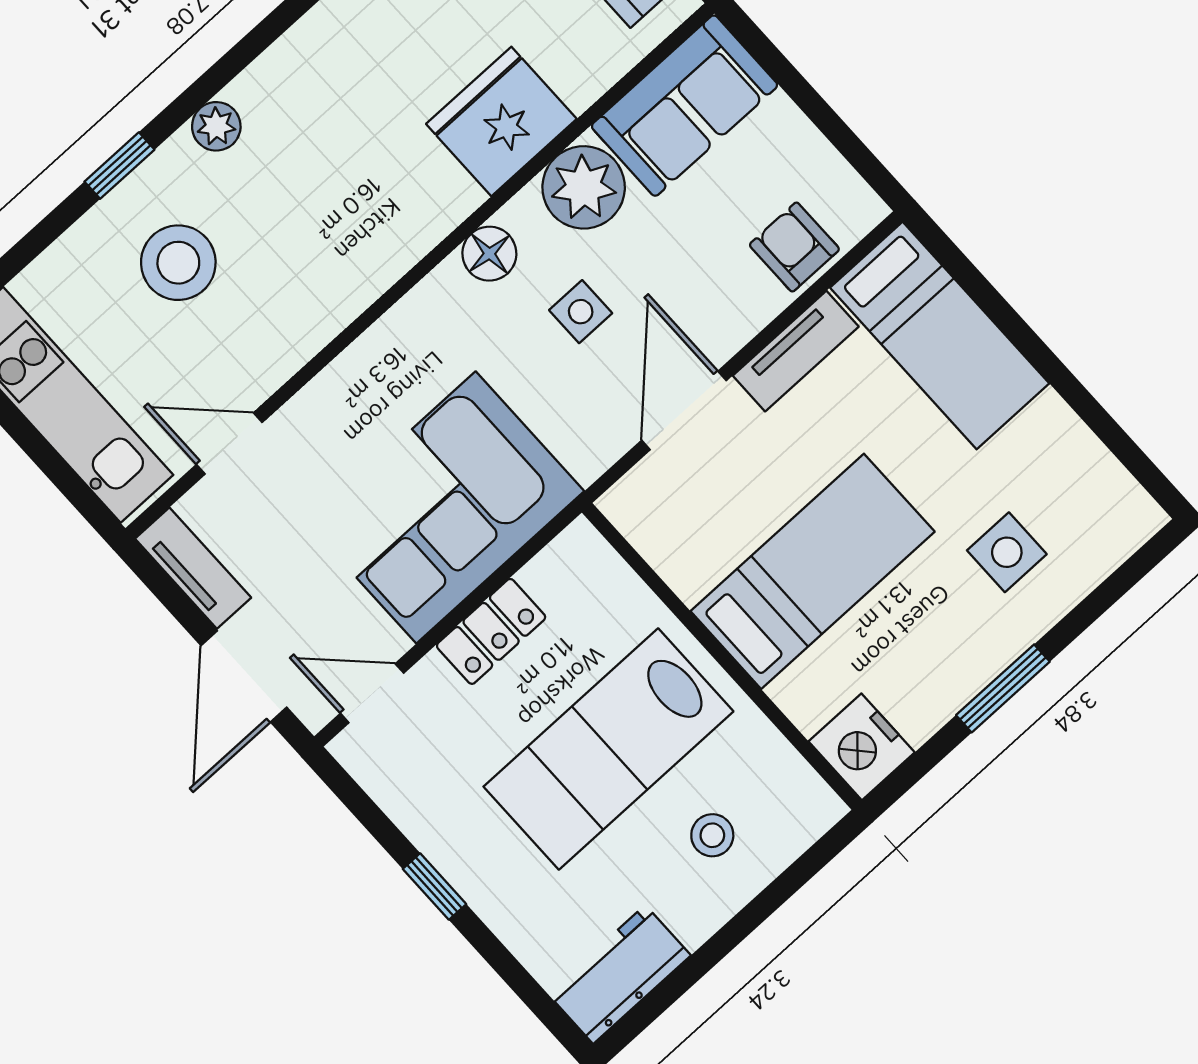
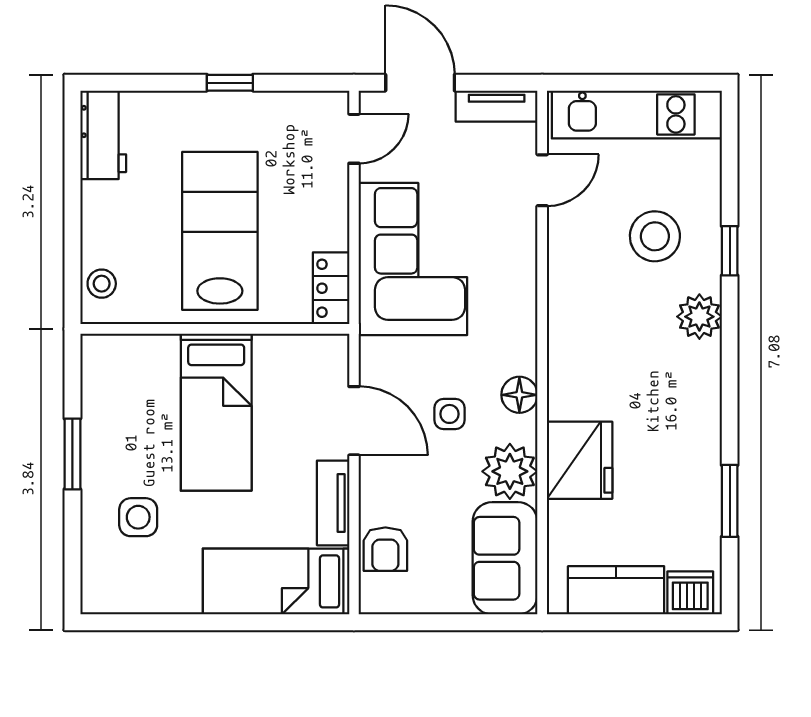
plant: (216, 126) -> (699, 317), width x1.38, depth x1.38
armchair: (794, 247) -> (385, 549), turned 90
locker: (491, 631) -> (331, 288), moved
nightstand: (862, 747) -> (107, 358), removed
stool: (712, 835) -> (102, 284), moved

